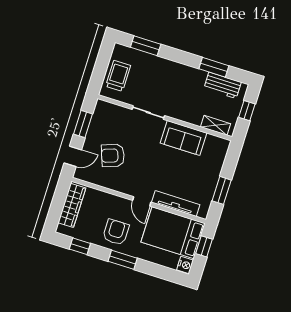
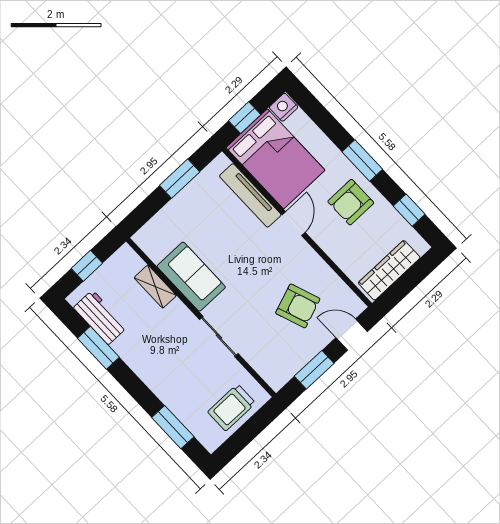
shelving: (216, 125) -> (155, 287), moved

